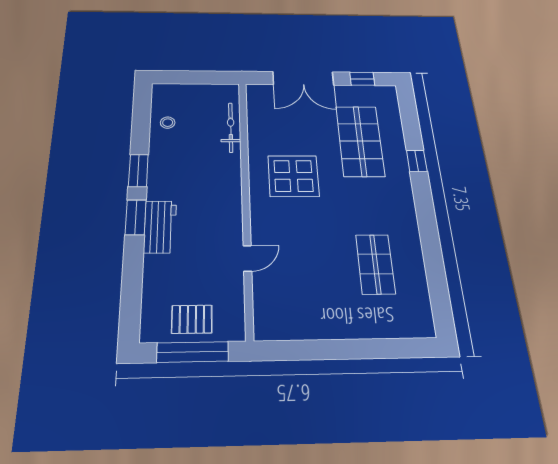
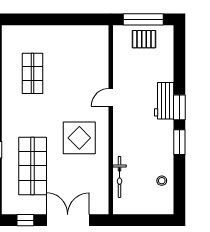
door: (247, 258) -> (111, 97), moved

